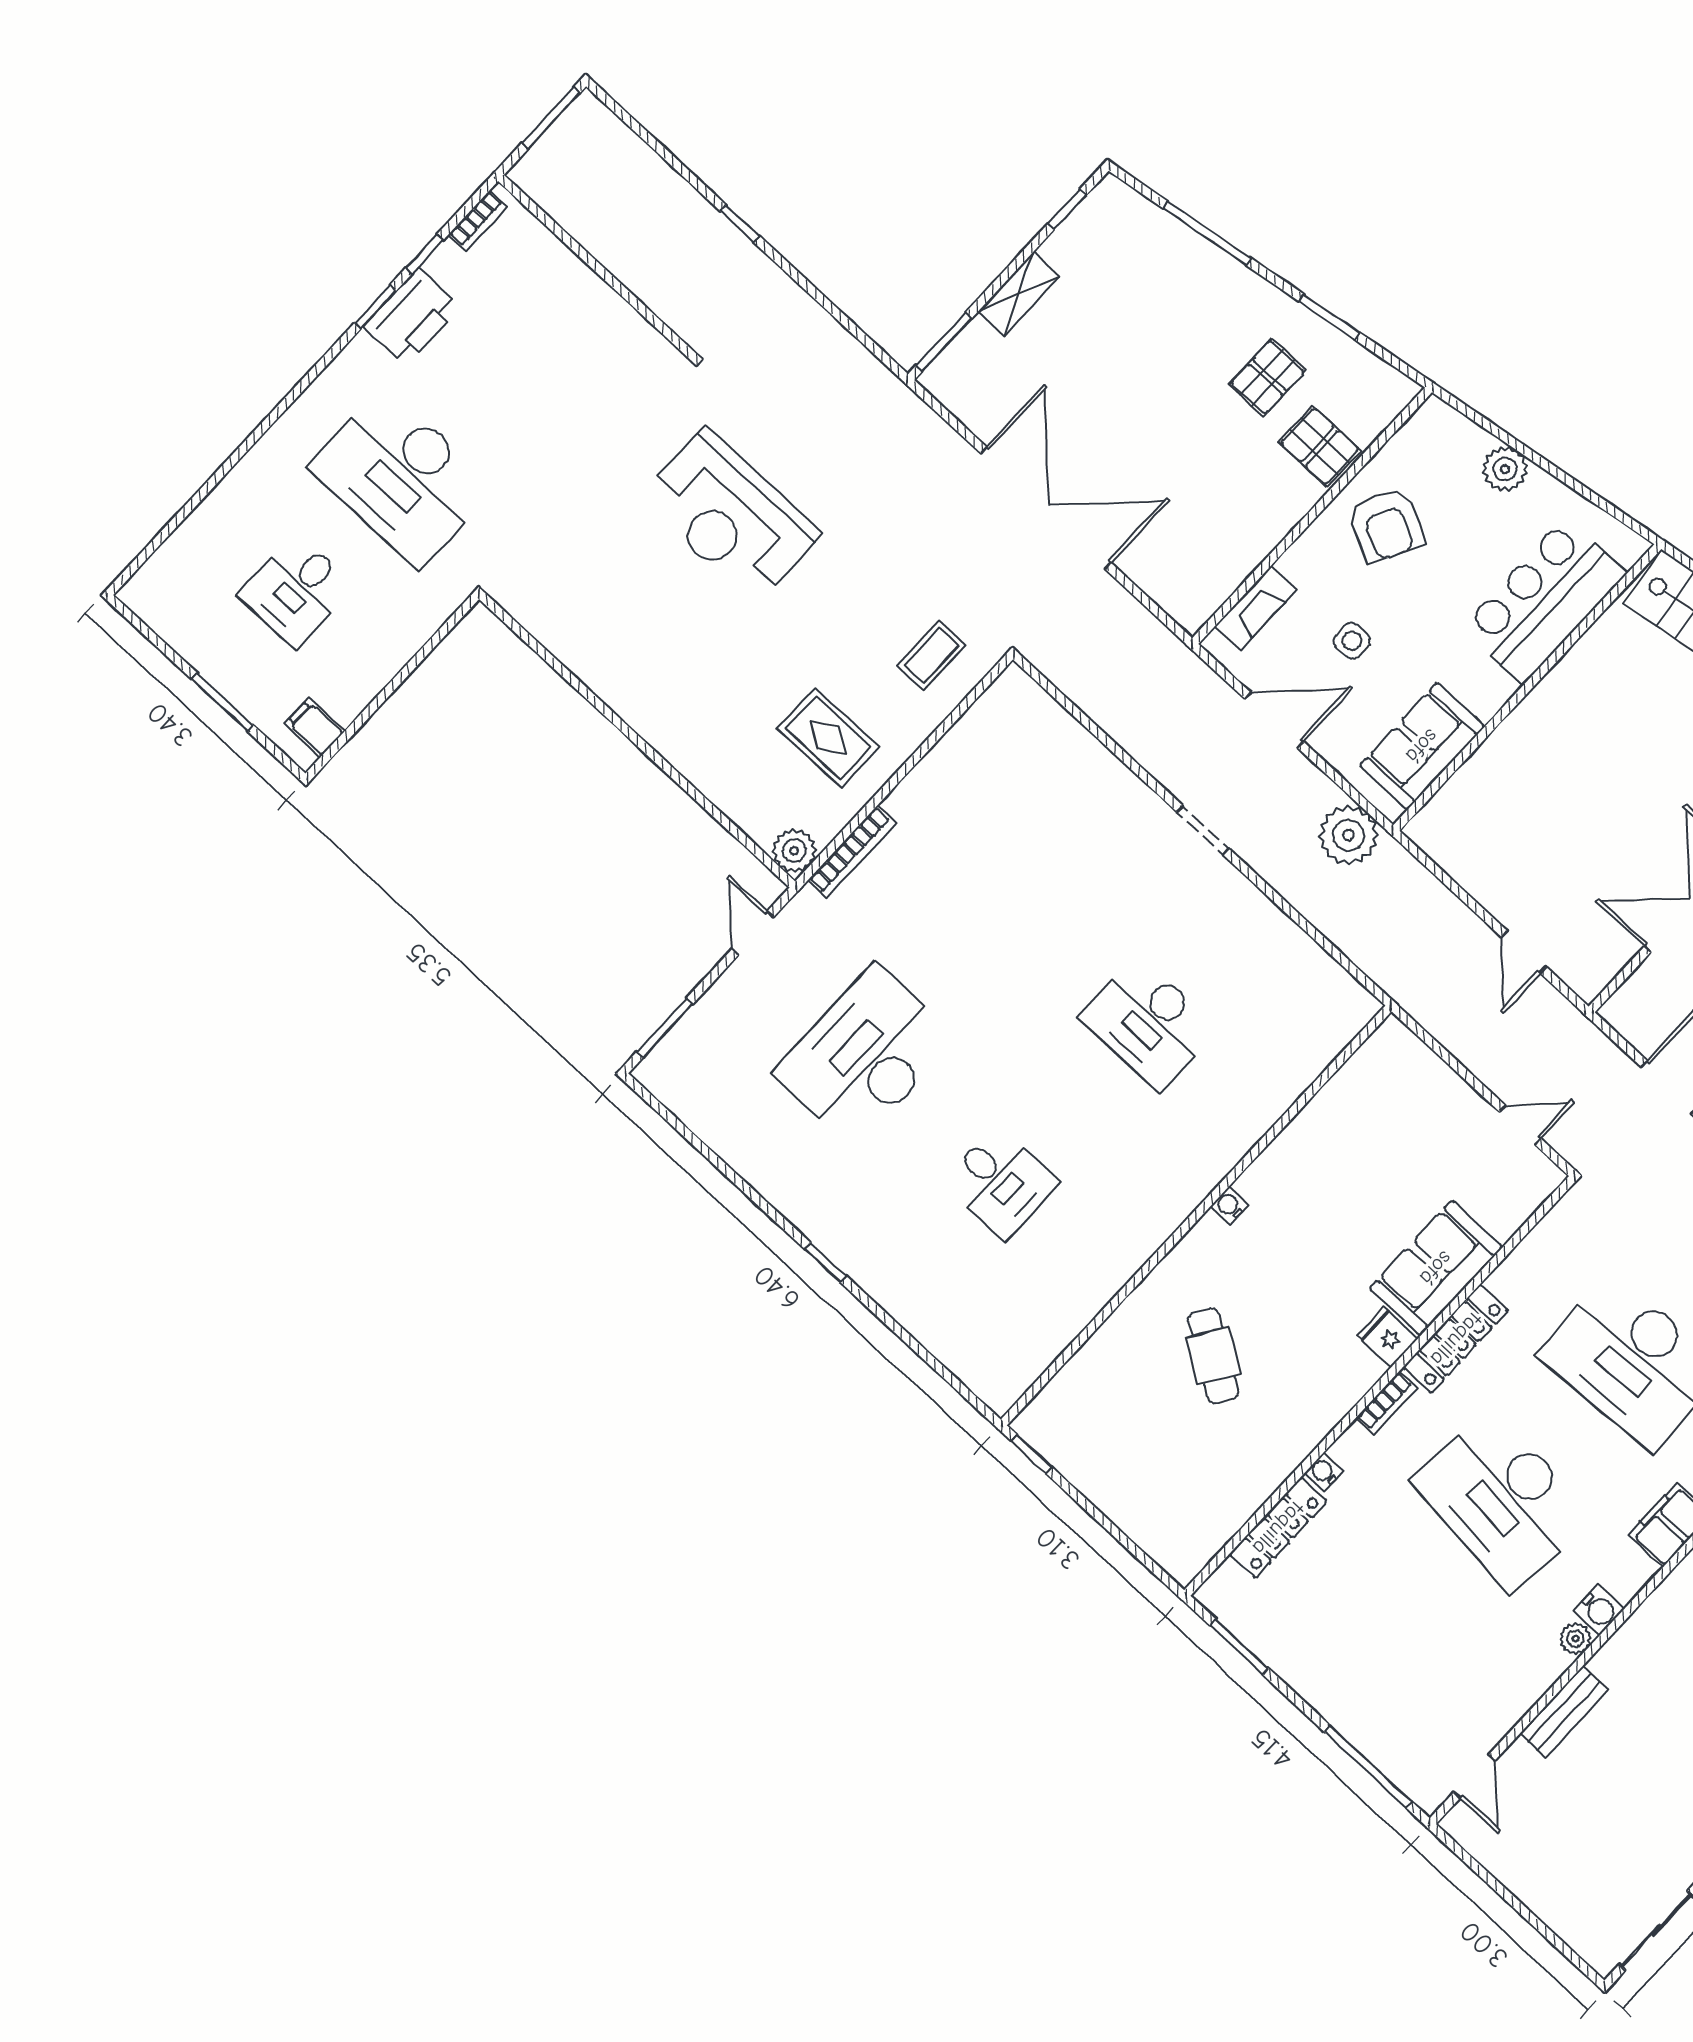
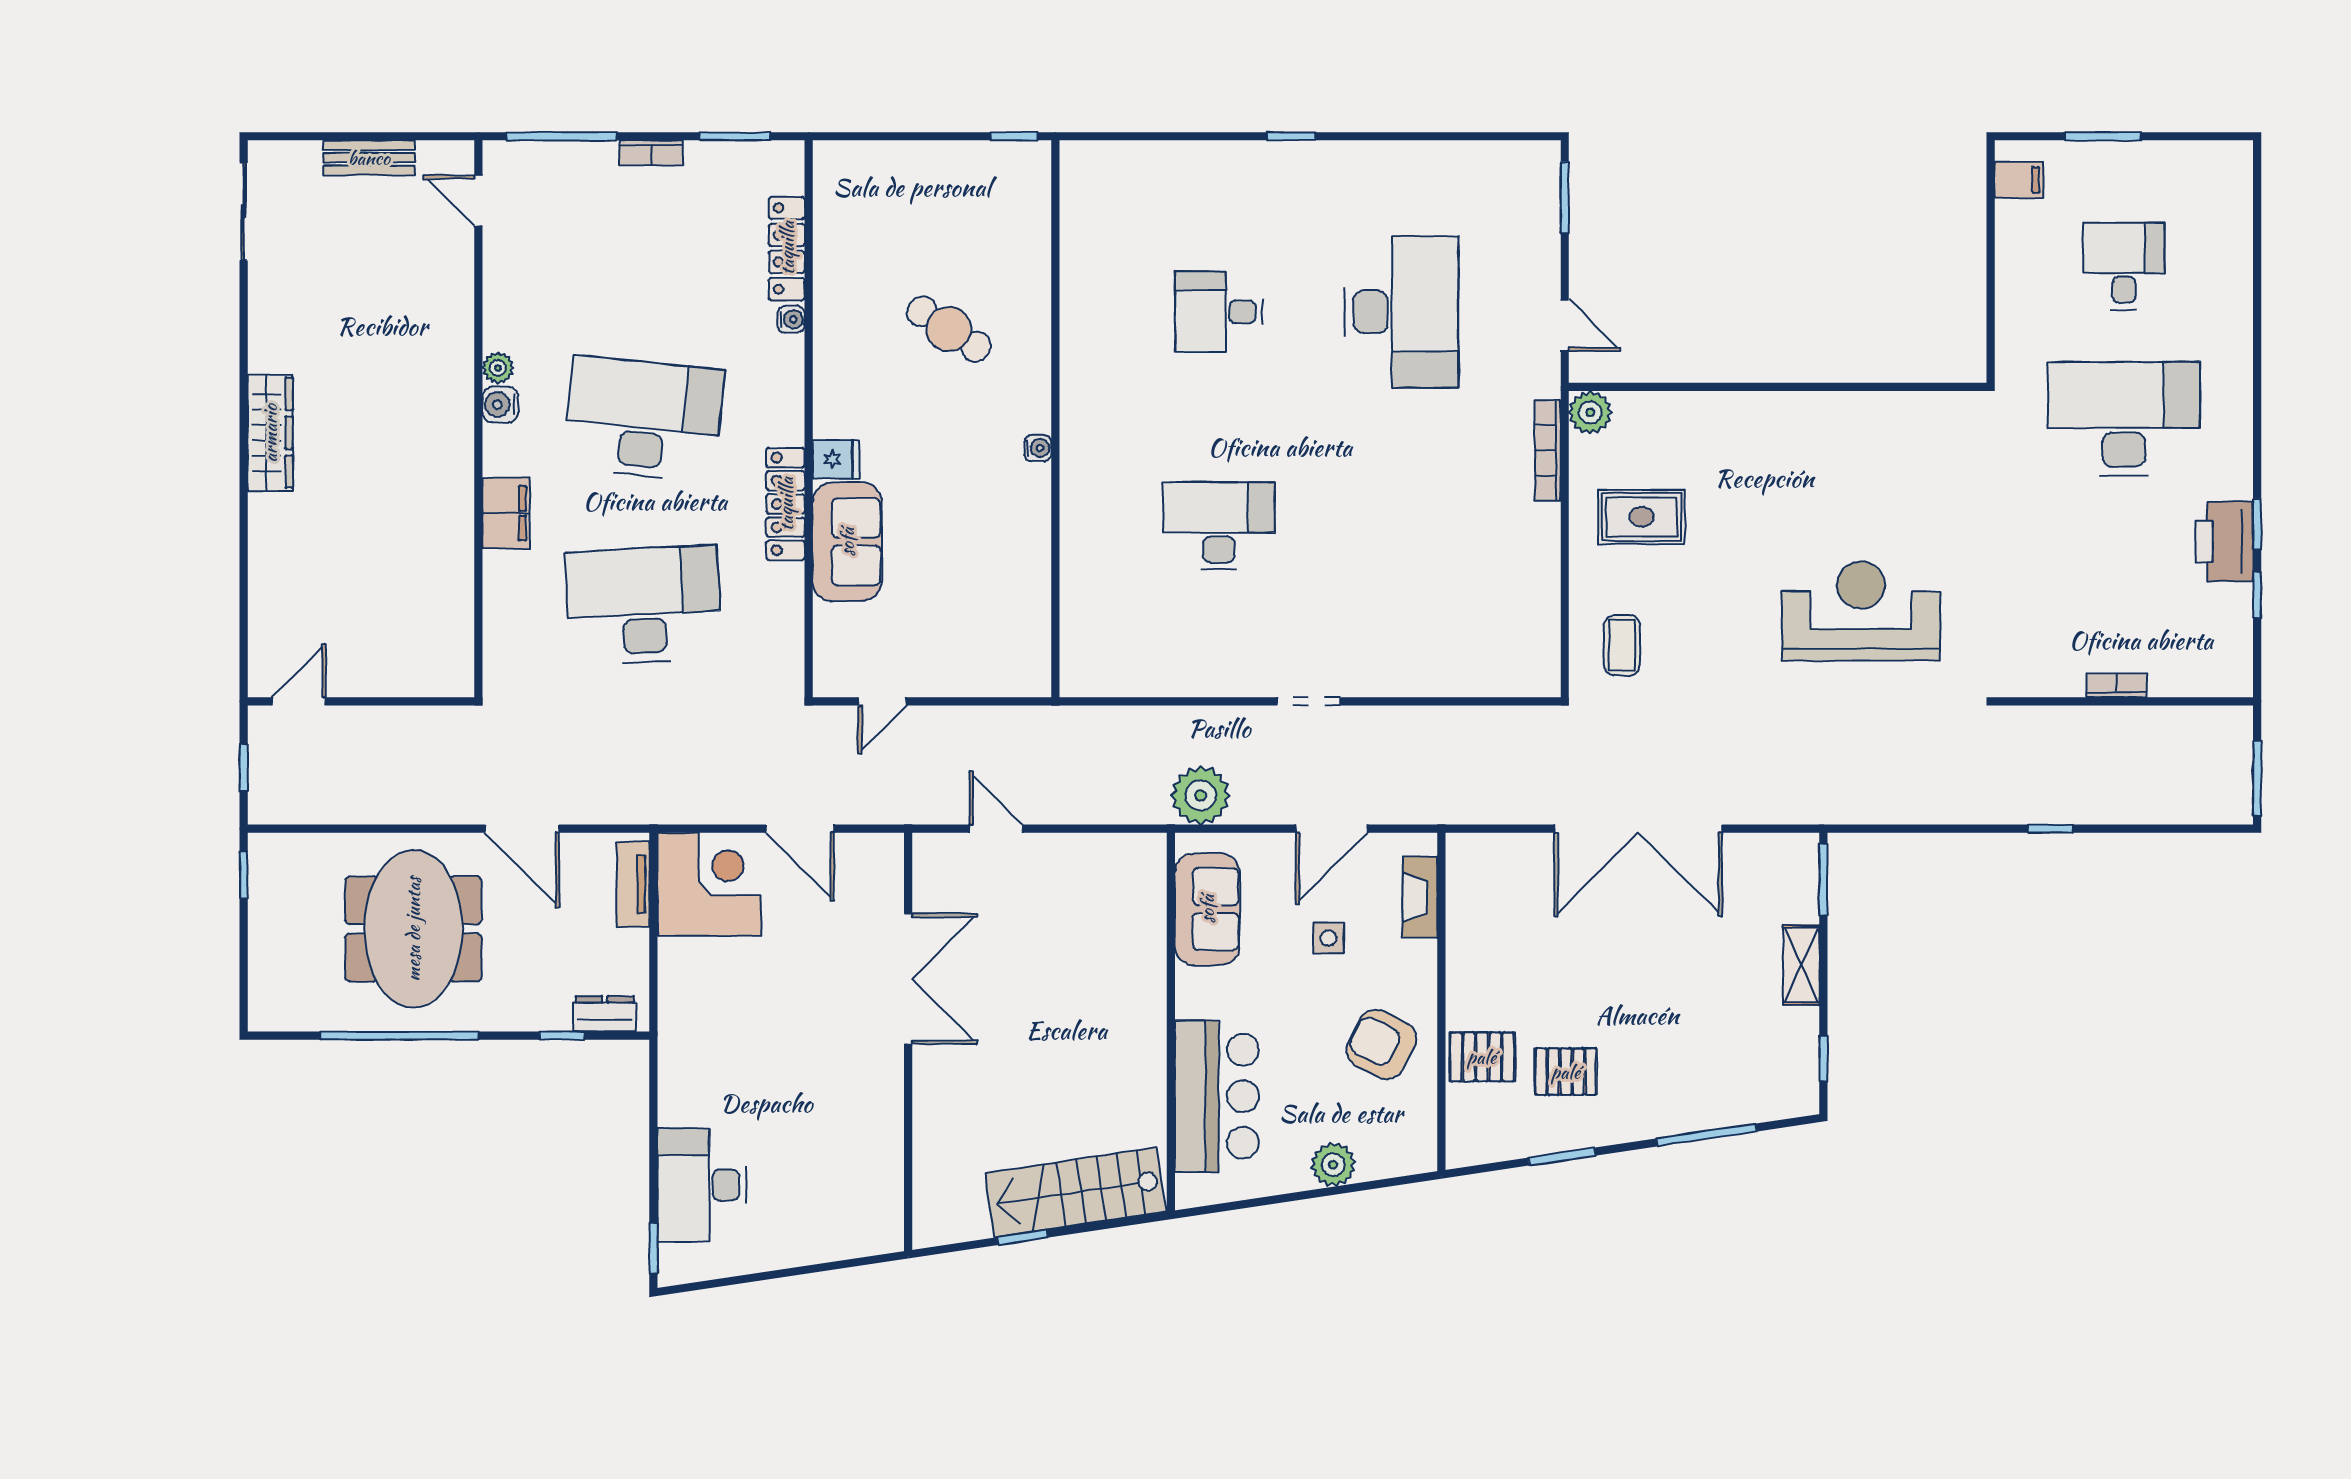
bookcase: (478, 221) -> (2117, 685), moved, turned 90
pallet: (1268, 377) -> (1566, 1072), turned 90
bookcase: (1387, 1403) -> (651, 153), moved, turned -90
bench: (1564, 1712) -> (369, 158), moved, turned 90

